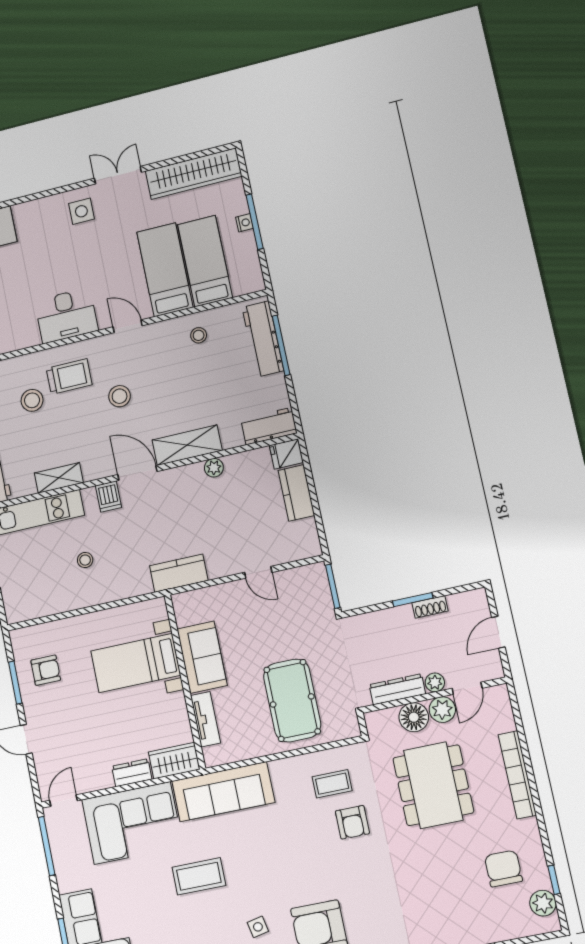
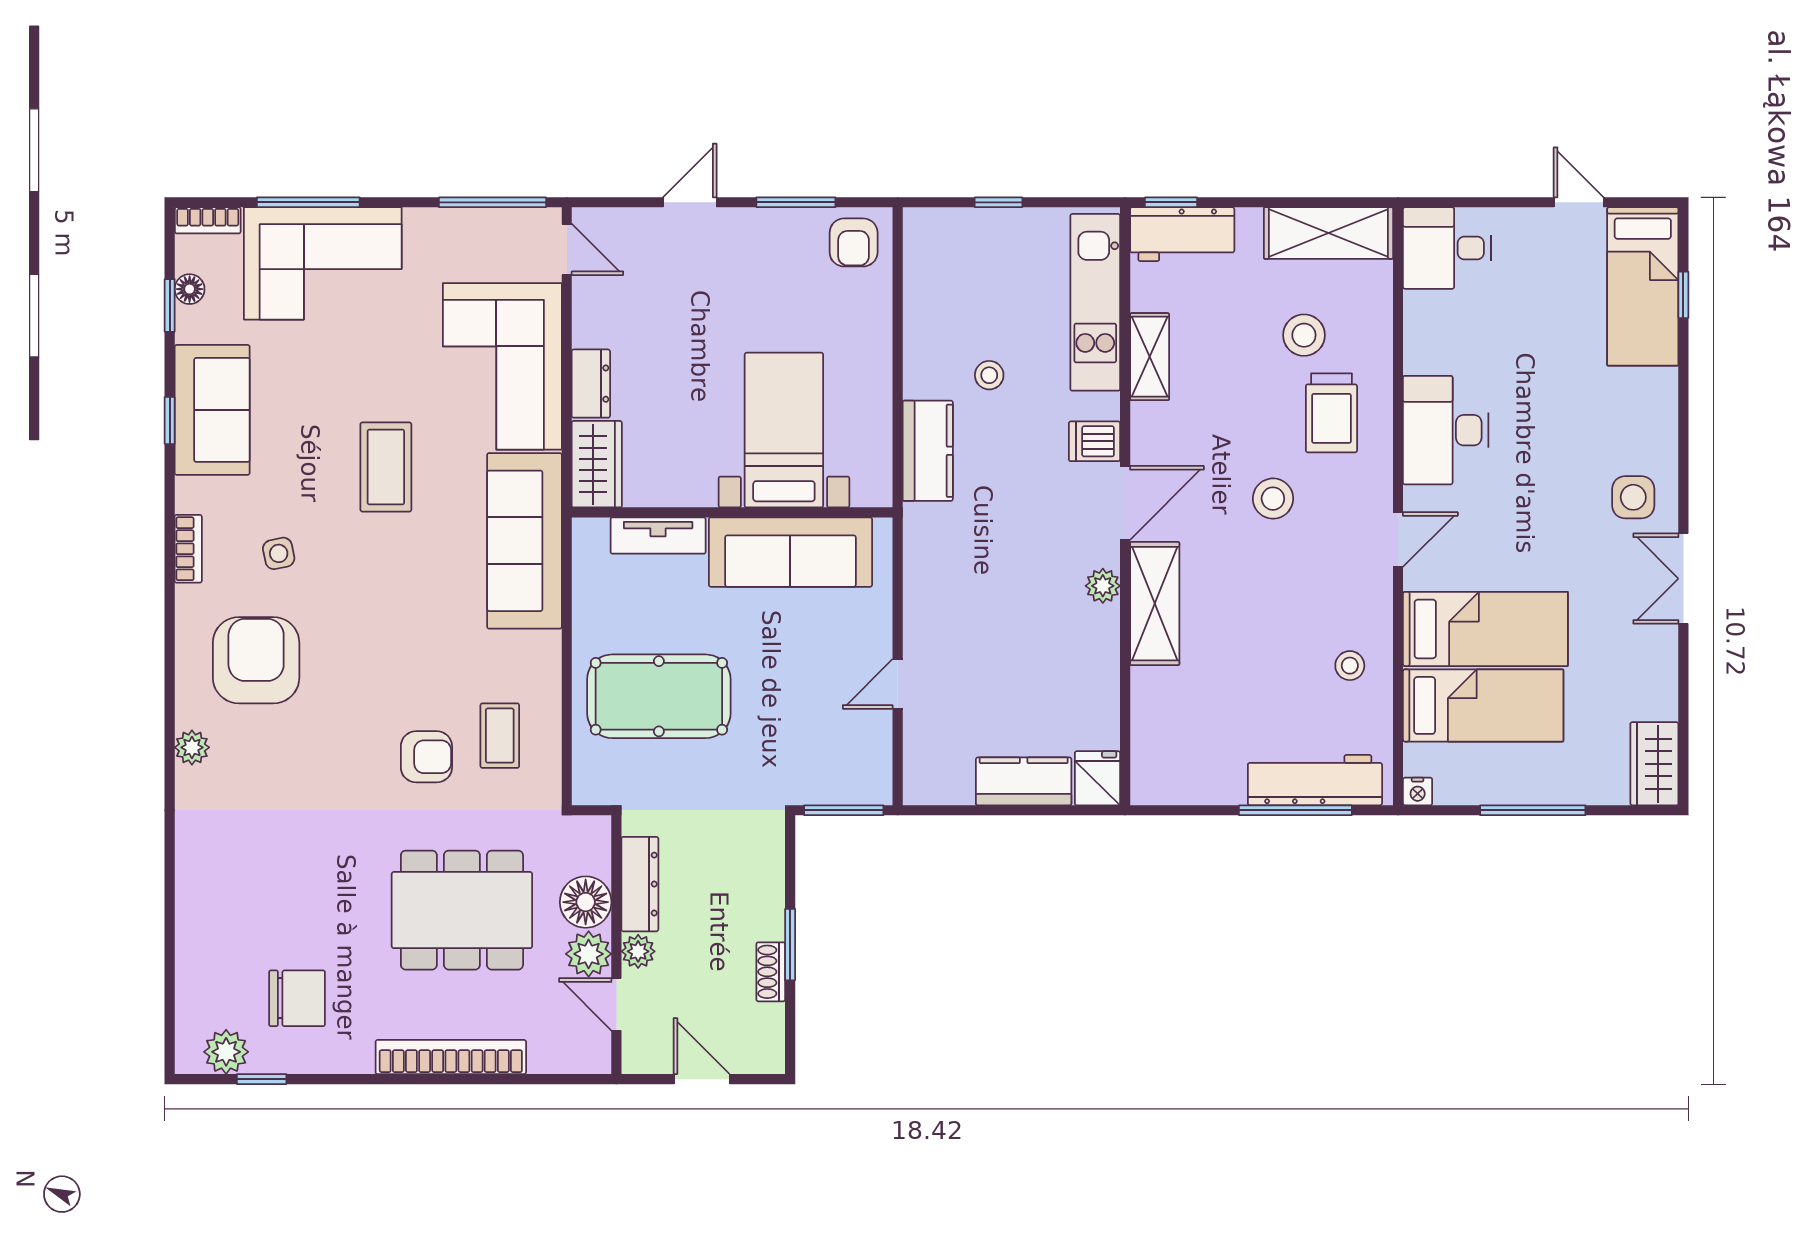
wardrobe: (194, 174) -> (1654, 764), width x0.48, depth x0.85
double door: (118, 175) -> (1683, 579), swing flipped
nightstand: (244, 223) -> (1418, 791), moved
workbench: (269, 426) -> (1155, 758), removed
plant: (214, 468) -> (1103, 586), moved
kitchen counter: (179, 573) -> (928, 451), moved
sofa: (202, 657) -> (790, 552), width x1.36
armchair: (46, 670) -> (854, 242), moved
armchair: (352, 822) -> (426, 757), turned 180

